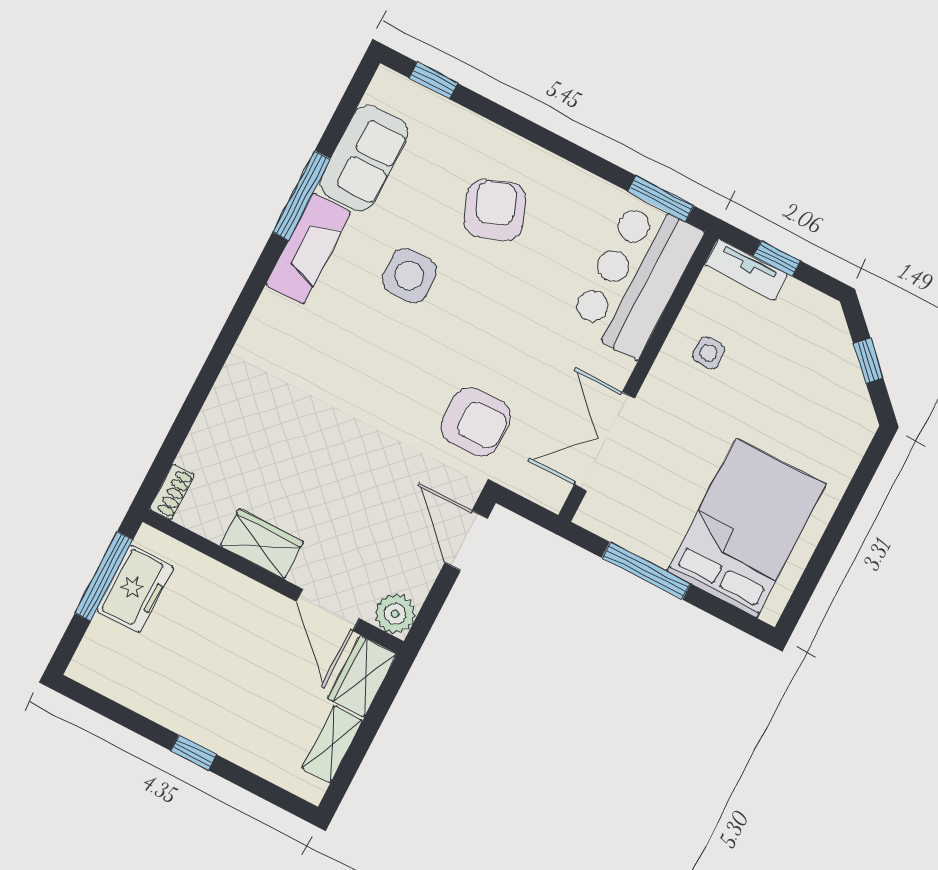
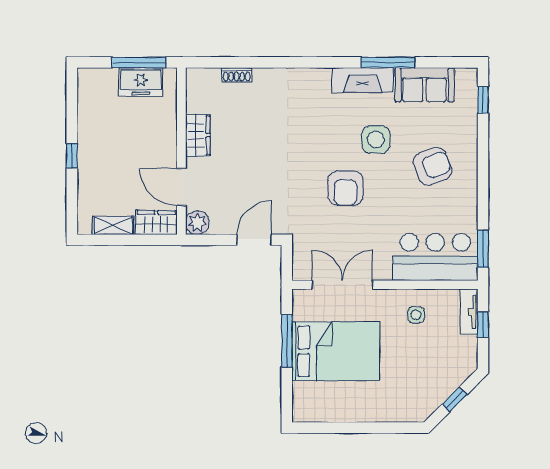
armchair: (476, 422) -> (345, 188), moved
shoe rack: (172, 492) -> (237, 75), moved
bed: (746, 528) -> (336, 351), moved
door: (328, 610) -> (181, 187), hinge flipped

